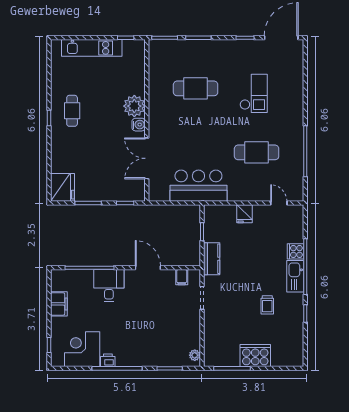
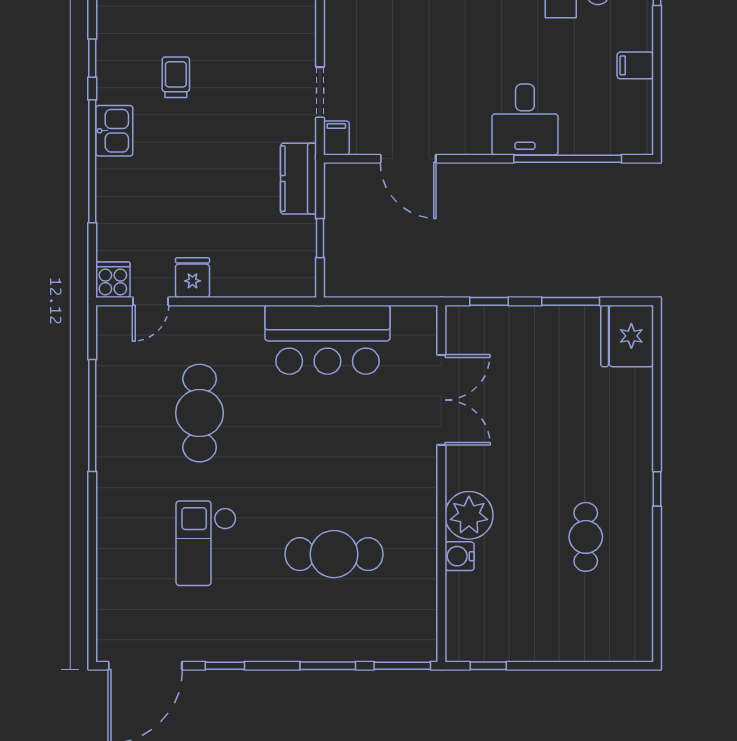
kitchen unit: (92, 48) -> (563, 643), removed
cafe table: (72, 111) -> (586, 537), moved
water cooler: (139, 125) -> (459, 556), moved
cafe table: (257, 152) -> (200, 413), turned 90
door: (279, 203) -> (151, 301), hinge flipped
fridge: (245, 214) -> (192, 278), moved
cooker: (295, 251) -> (113, 280), moved, turned -90
door: (148, 268) -> (408, 159), moved
kitchen sink: (295, 276) -> (114, 131), width x0.73
filing cabinet: (182, 277) -> (336, 138), moved
filing cabinet: (59, 304) -> (635, 65), width x0.50

